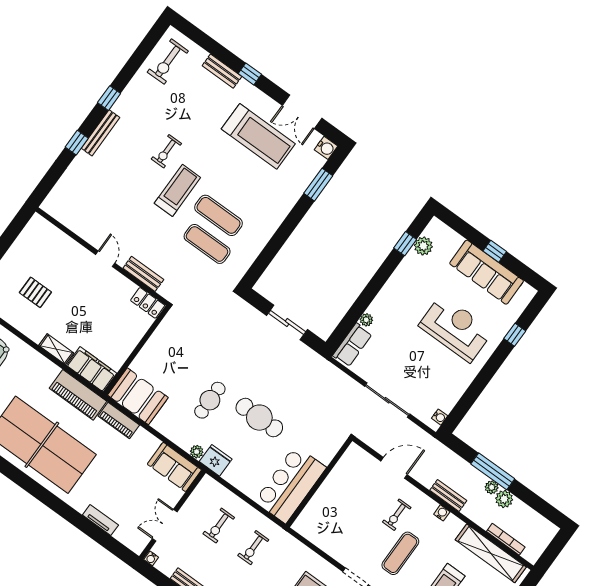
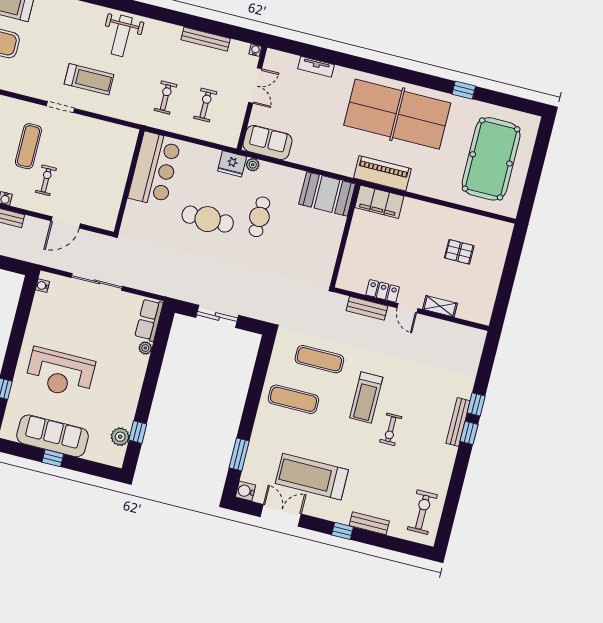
window: (109, 98) -> (469, 433), moved
exercise bike: (166, 151) -> (391, 429), turned 180
exercise mat: (219, 215) -> (293, 399), moved
locker: (148, 303) -> (383, 291), moved
shelving: (56, 349) -> (440, 306), moved
piano: (119, 421) -> (336, 165), removed

